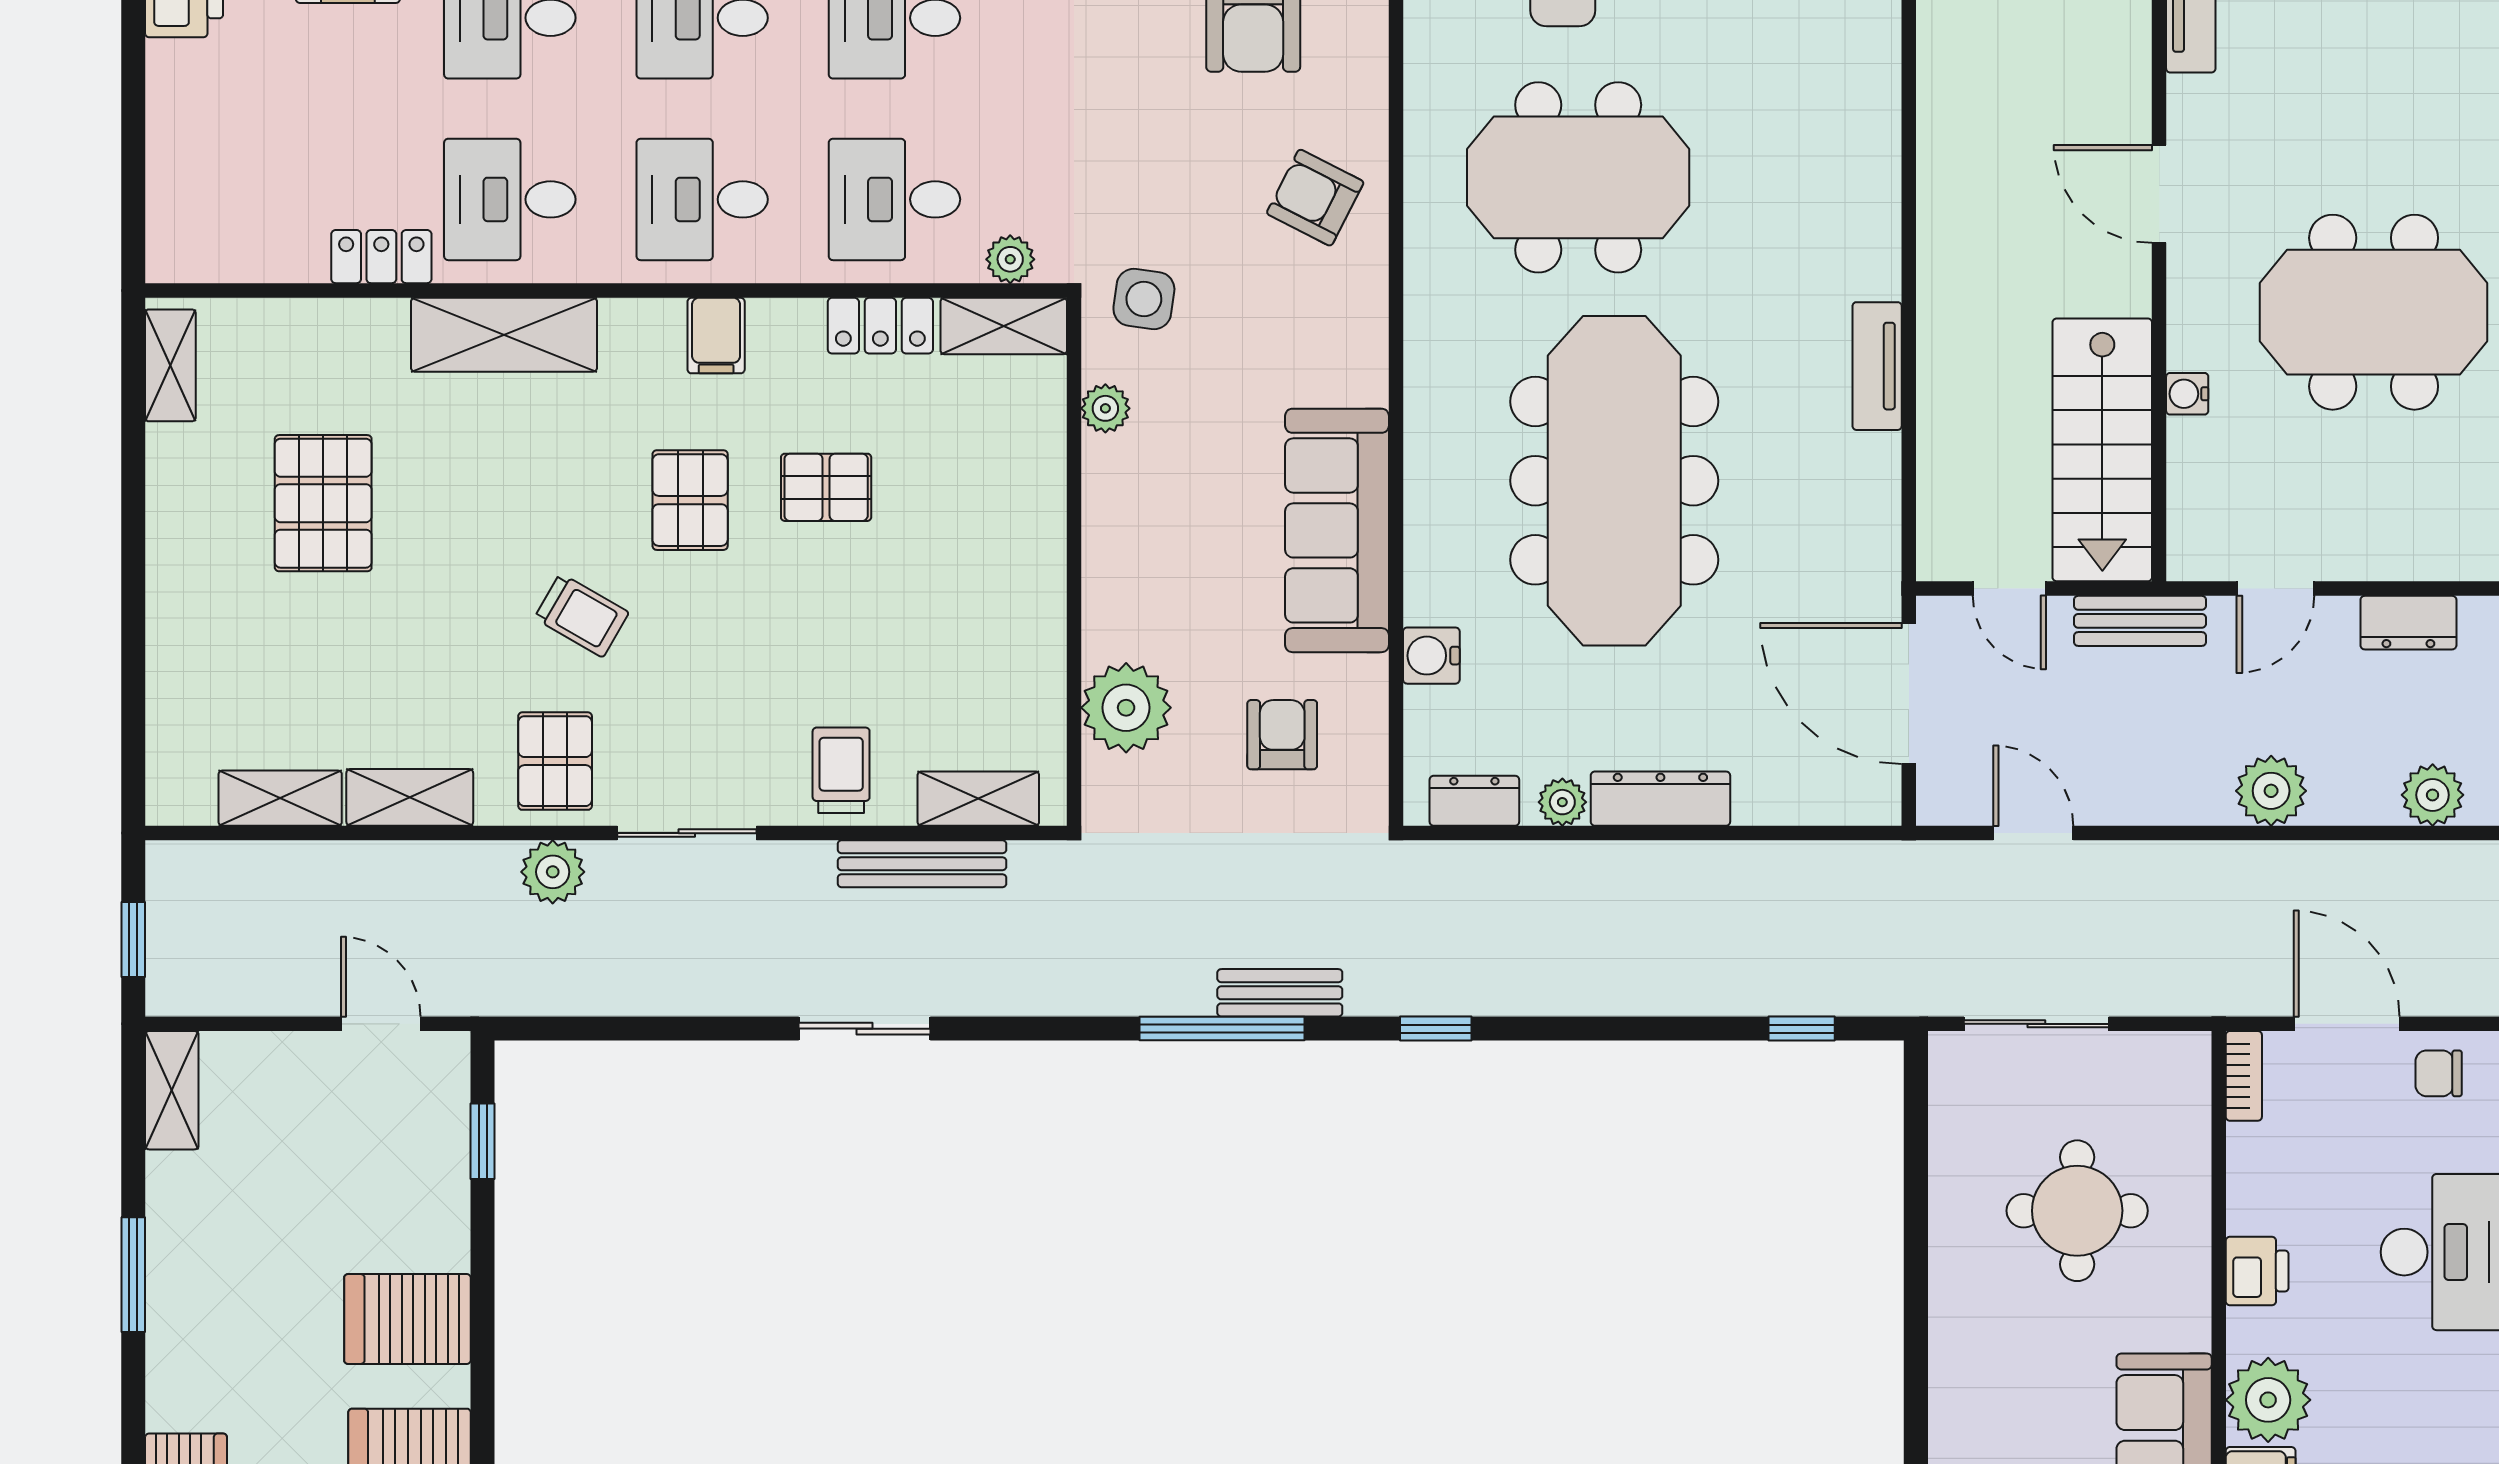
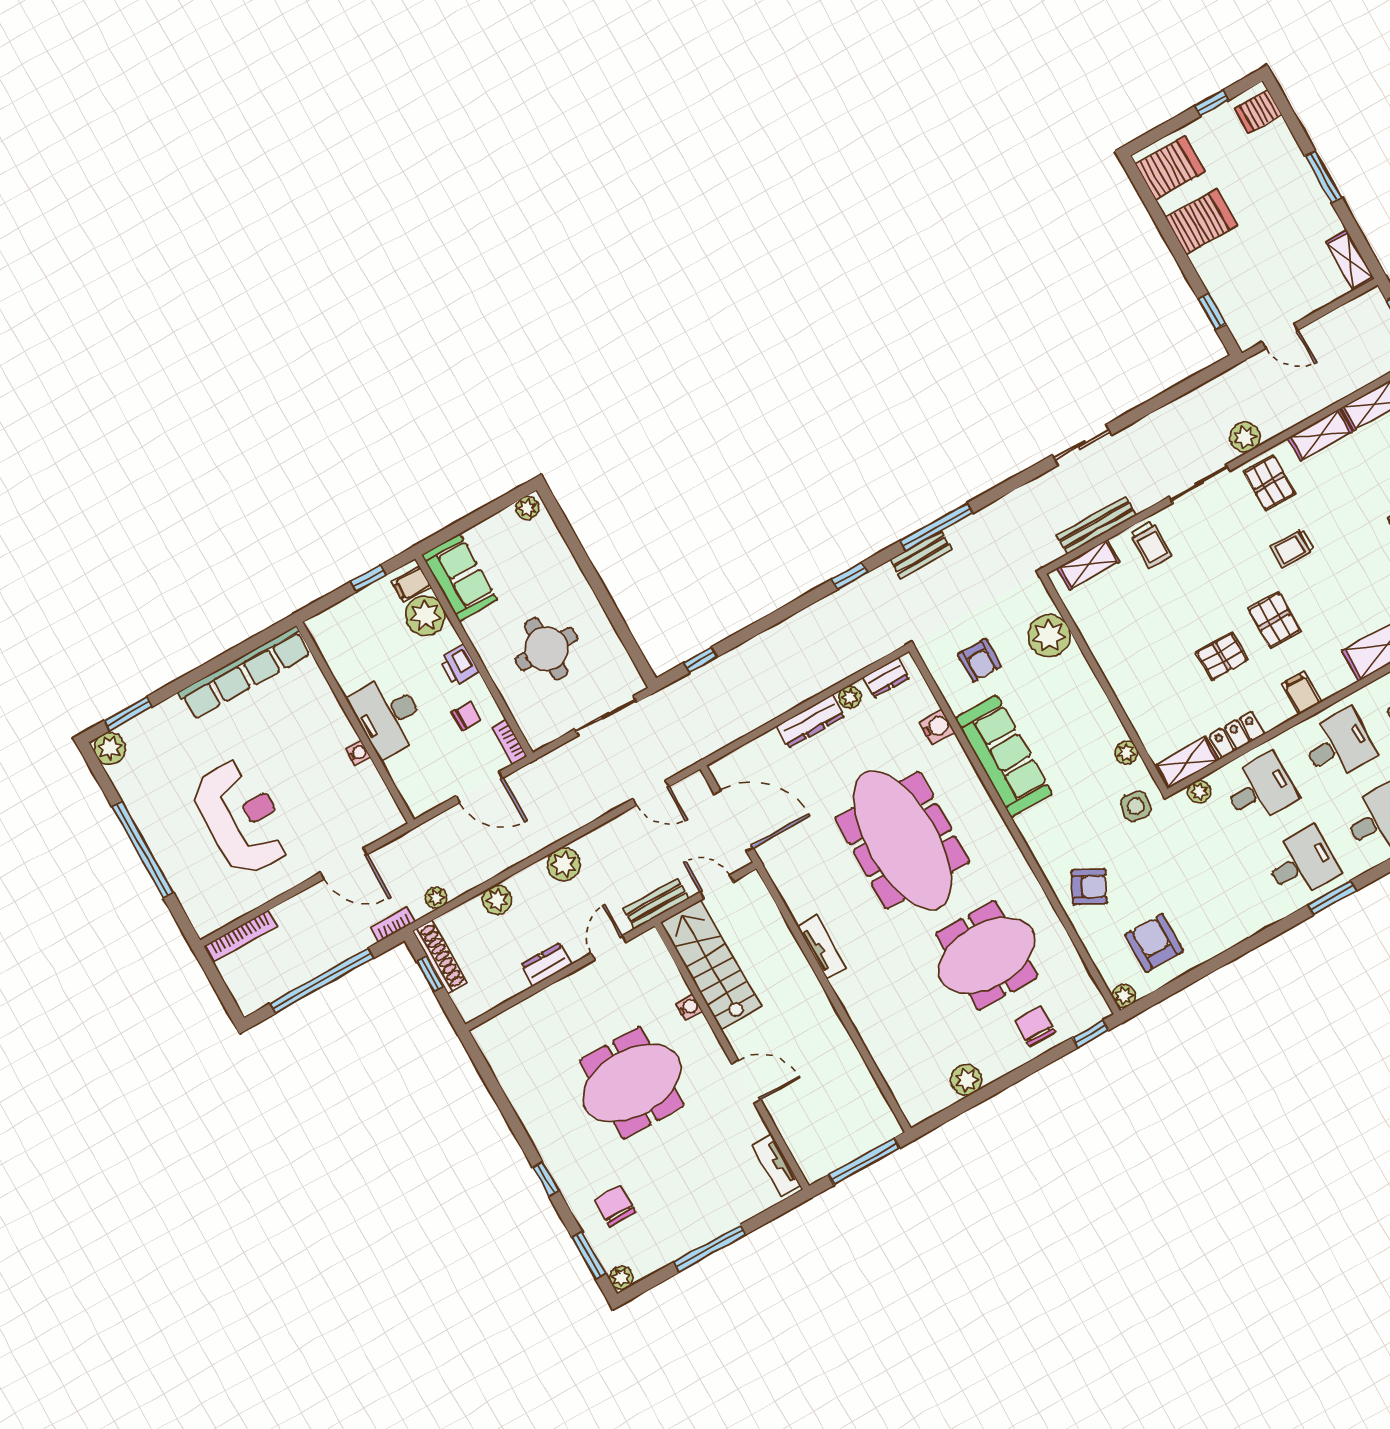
trolley: (582, 615) -> (1292, 548), turned -30
chair: (2439, 1073) -> (467, 716), moved

